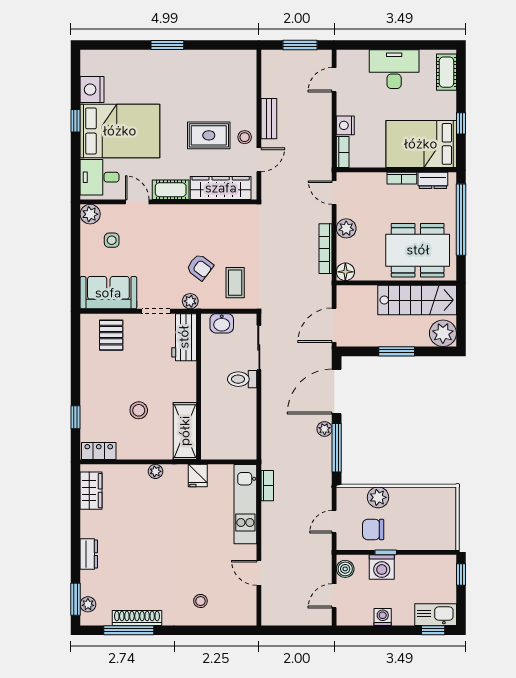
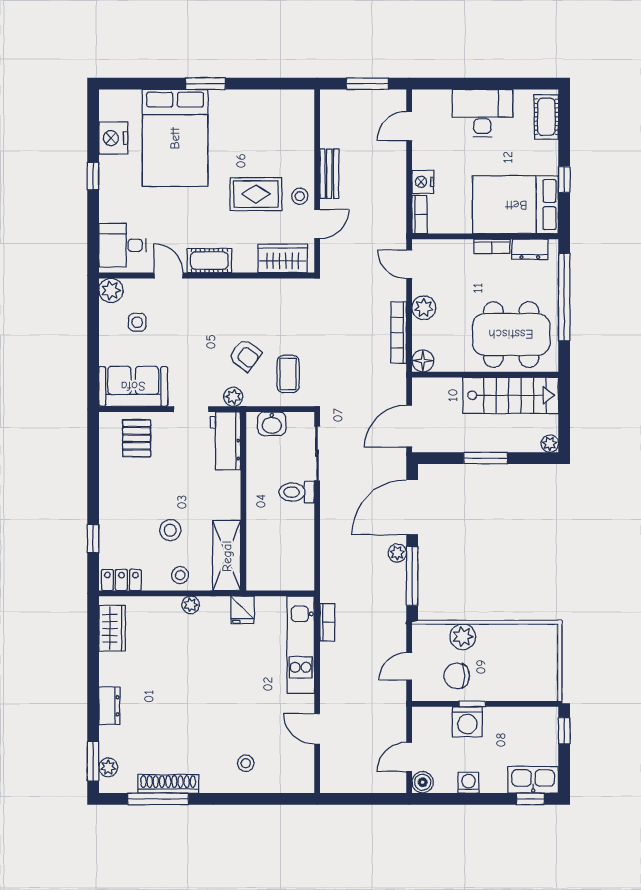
bed: (120, 131) -> (175, 138), moved, turned 90
wardrobe: (221, 188) -> (283, 258), width x0.67
plant: (443, 333) -> (550, 444), width x0.53, depth x0.53
stool: (147, 447) -> (180, 575), added
boiler: (345, 569) -> (423, 782), moved

